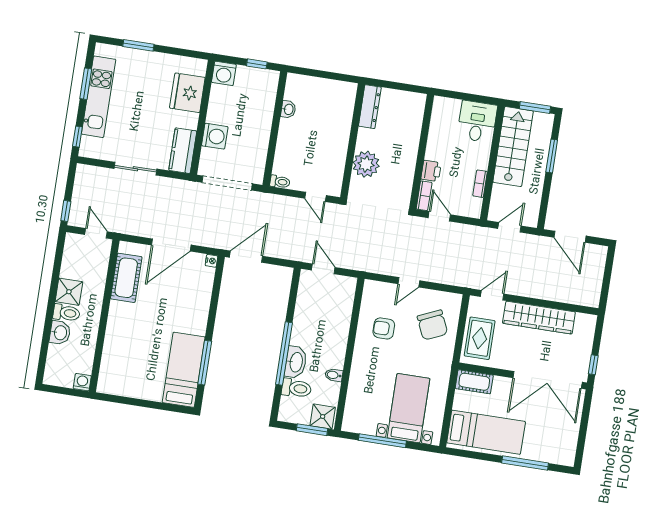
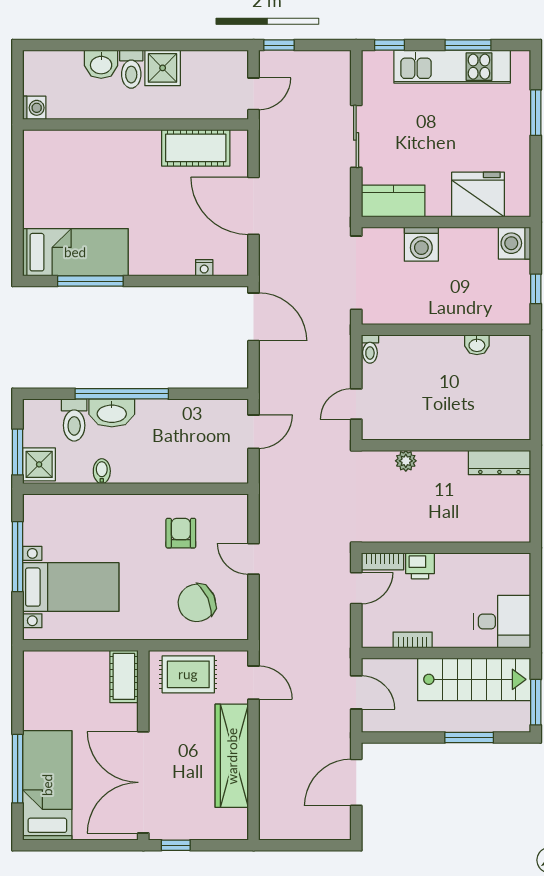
plant: (366, 164) -> (406, 461), width x0.53, depth x0.53
nightstand: (211, 261) -> (204, 268), moved
bed: (486, 432) -> (47, 785), moved, turned 180

